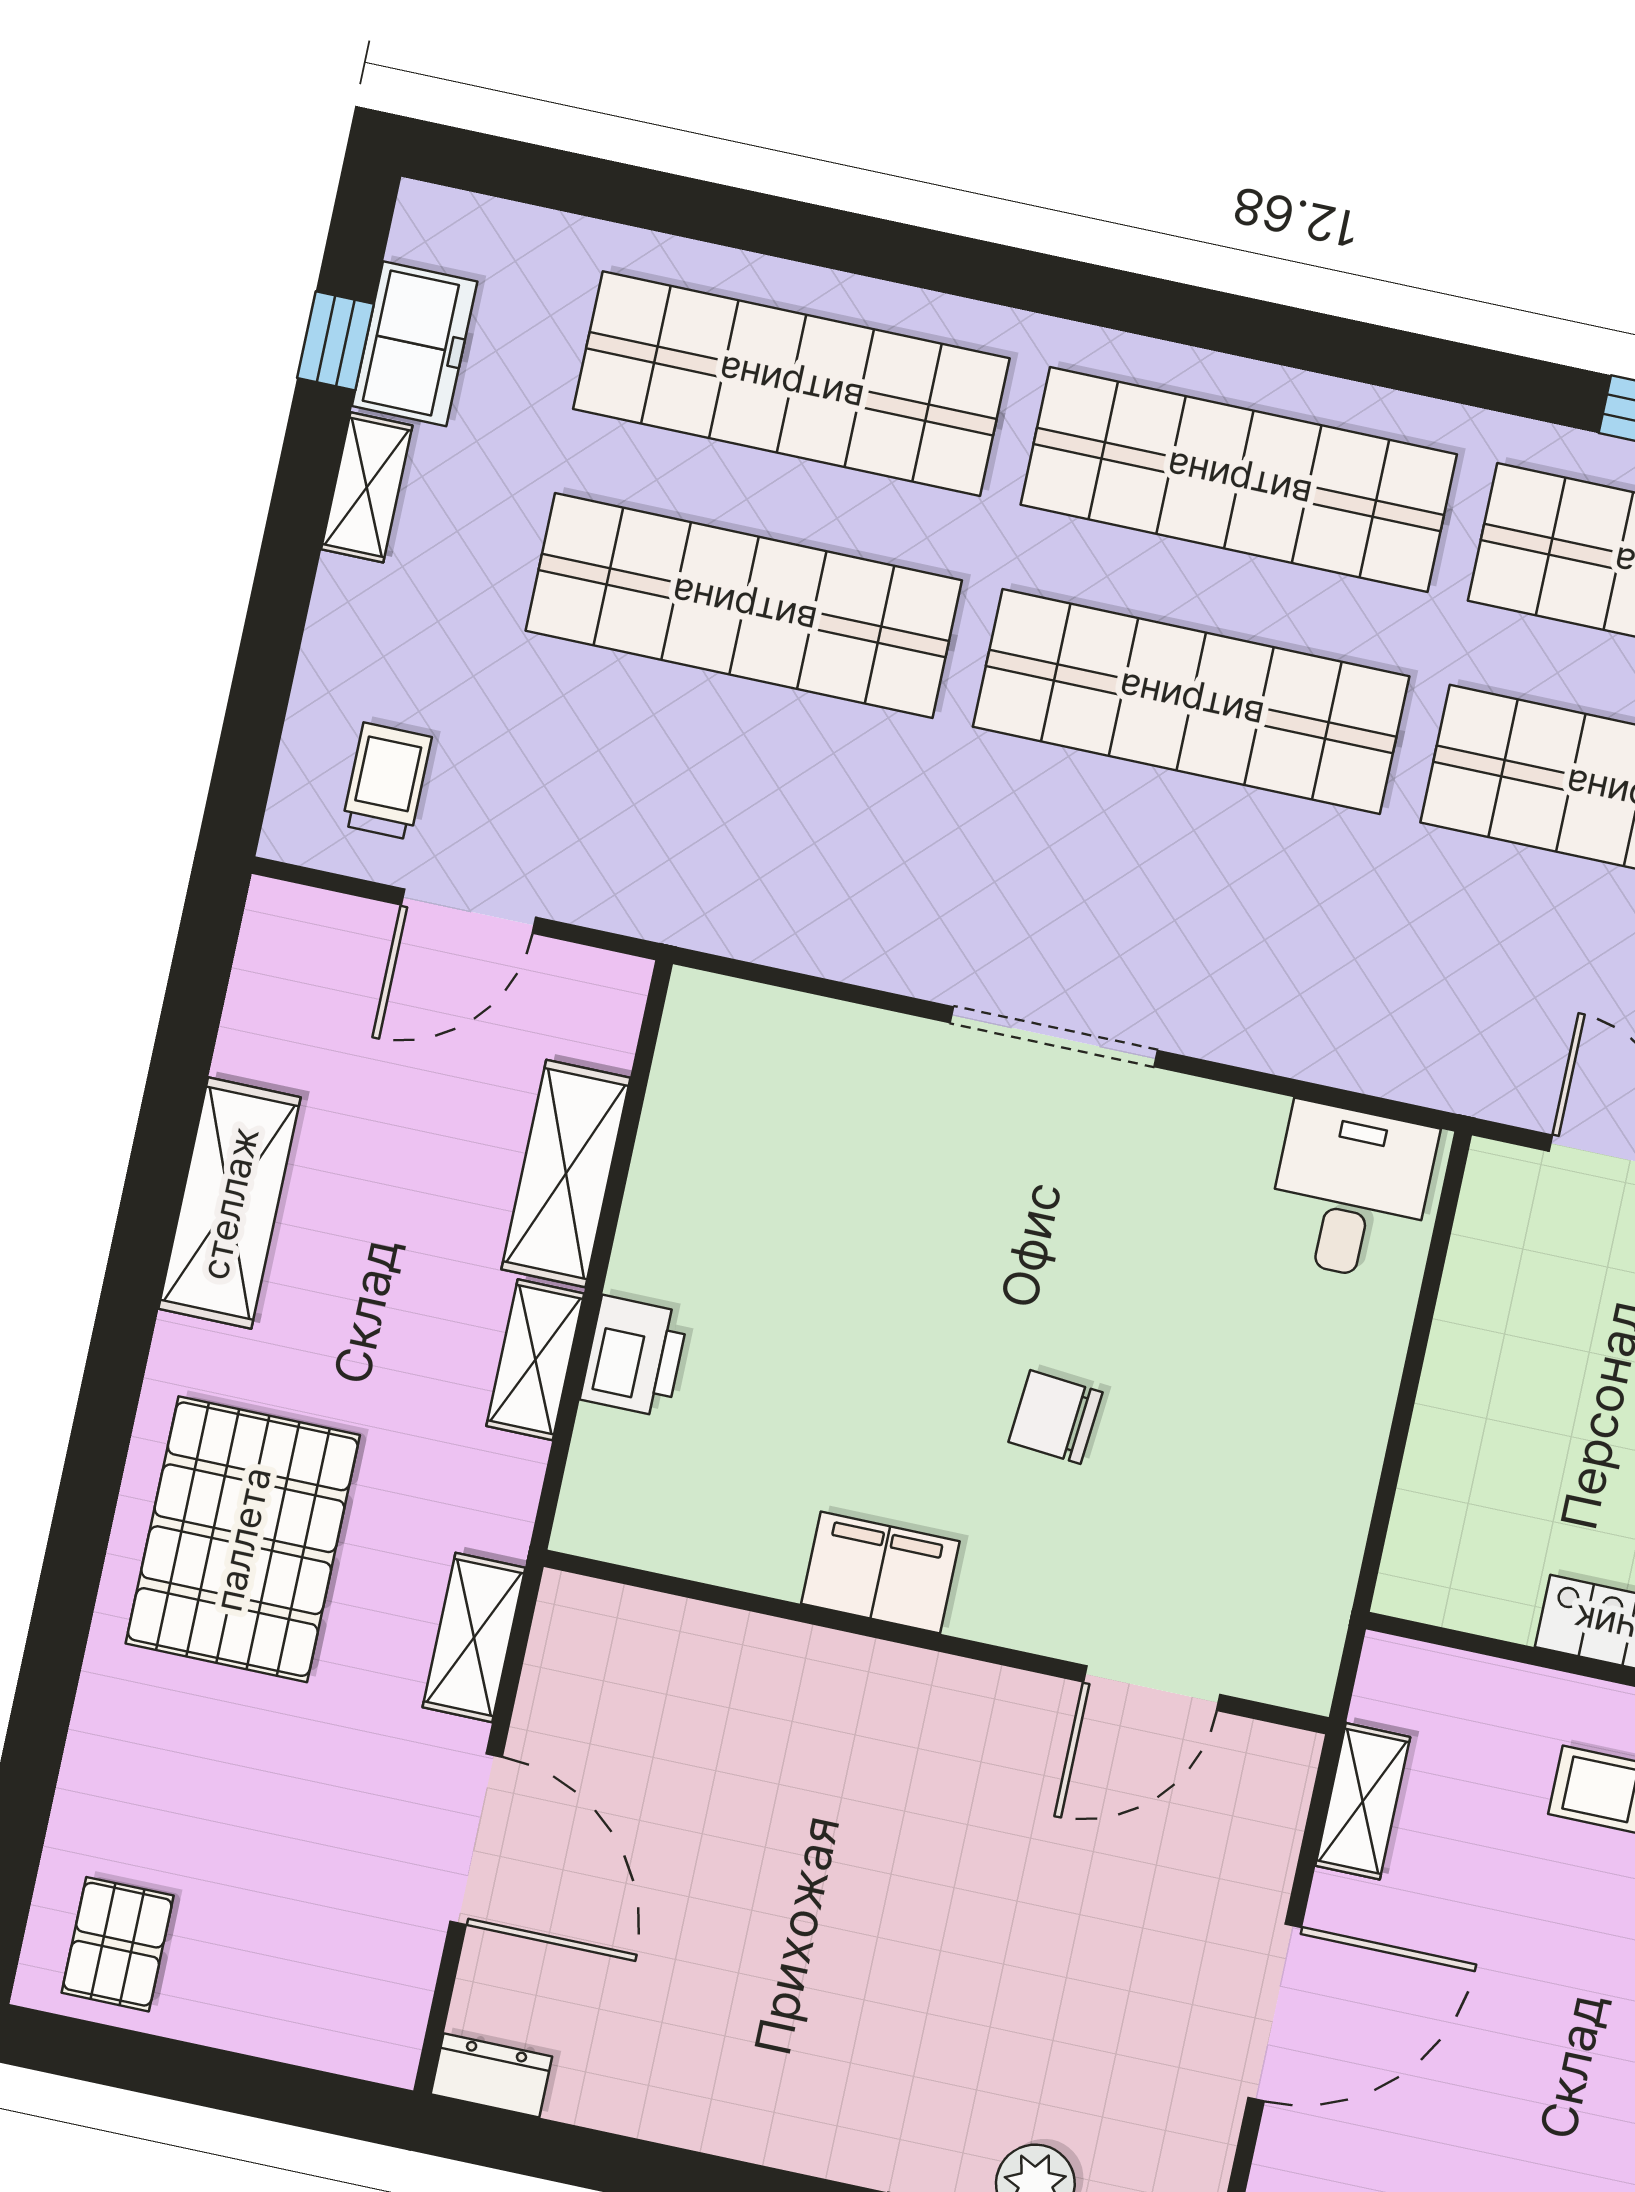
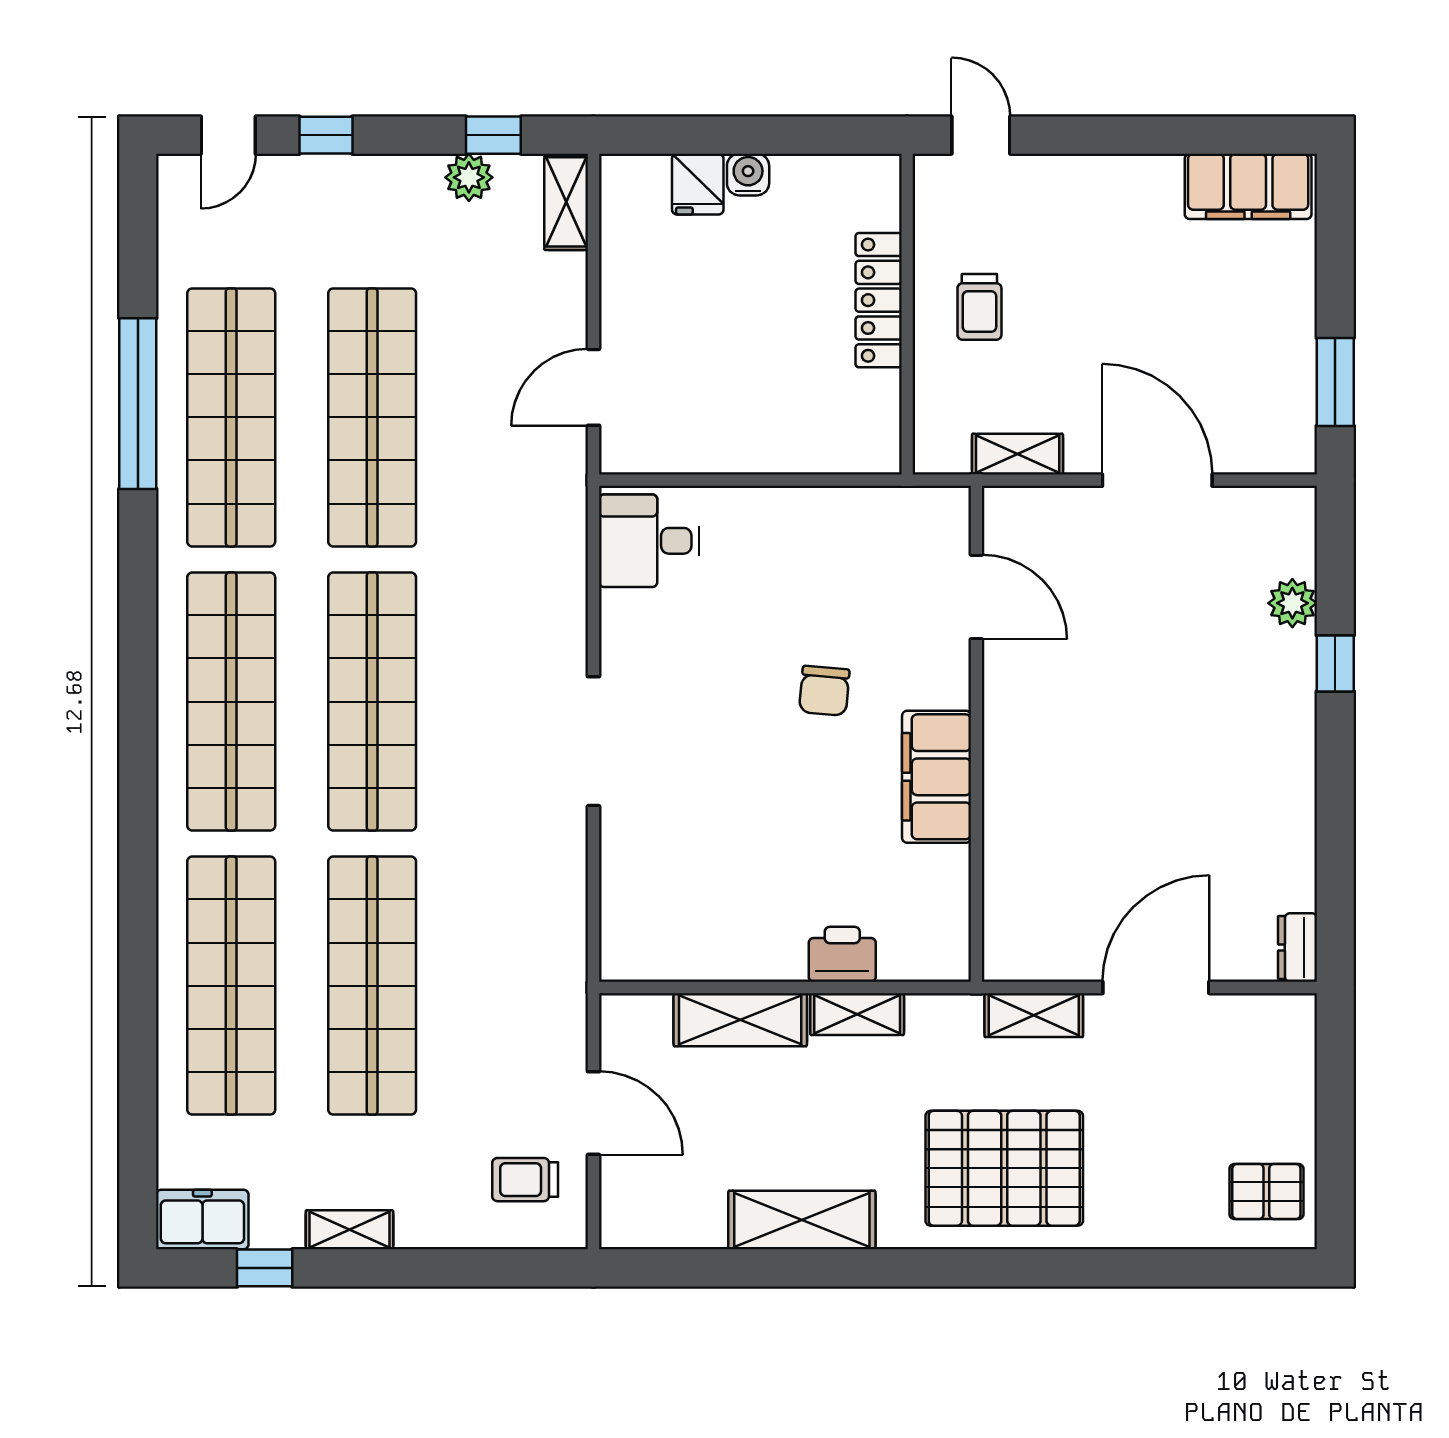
freezer: (415, 344) -> (202, 1220), moved
filing cabinet: (880, 1572) -> (937, 777), width x1.50, depth x1.17

